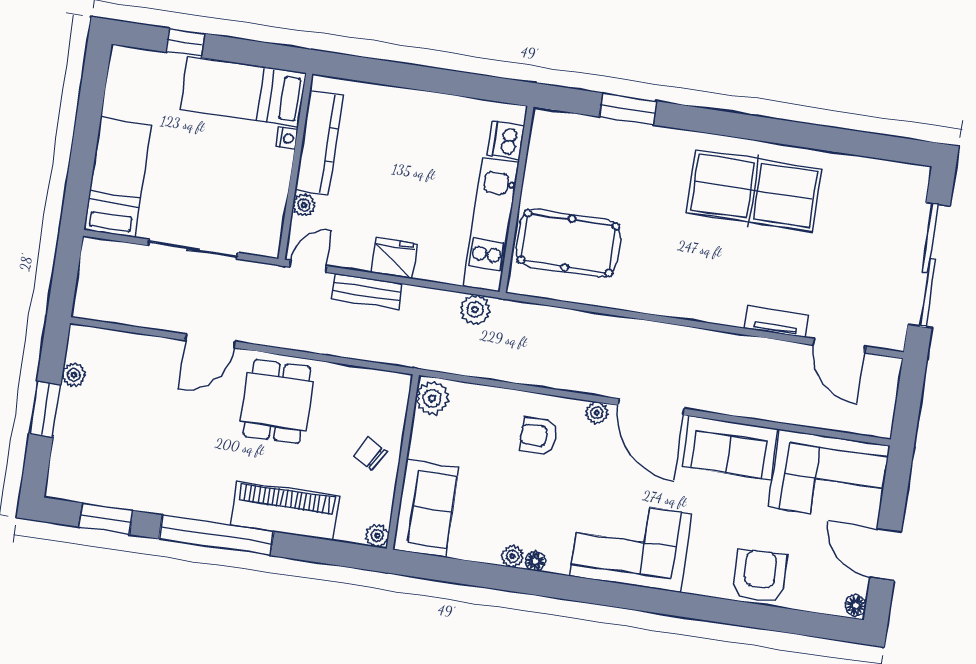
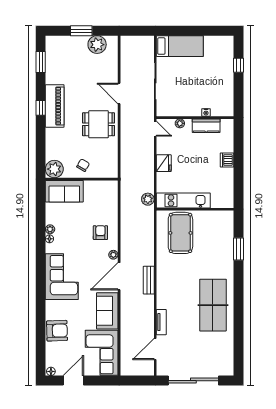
bed: (243, 92) -> (222, 92), removed
dishwasher: (506, 141) -> (227, 160), moved, turned -90
kitchen counter: (319, 143) -> (206, 126), width x0.67
bench: (367, 291) -> (149, 280), moved
plant: (74, 375) -> (97, 45), width x1.88, depth x1.88
plant: (432, 398) -> (109, 187), removed
piano: (285, 511) -> (55, 106), moved
window: (216, 535) -> (41, 108), width x0.32
plant: (377, 536) -> (54, 169), width x1.87, depth x1.87

